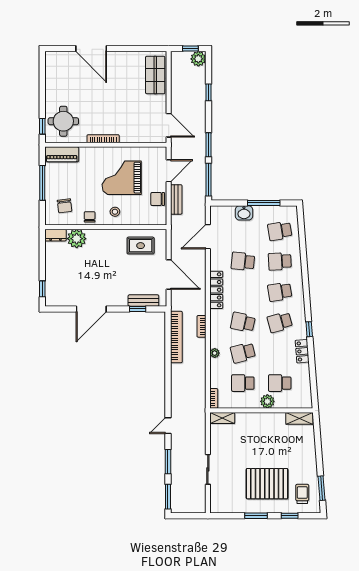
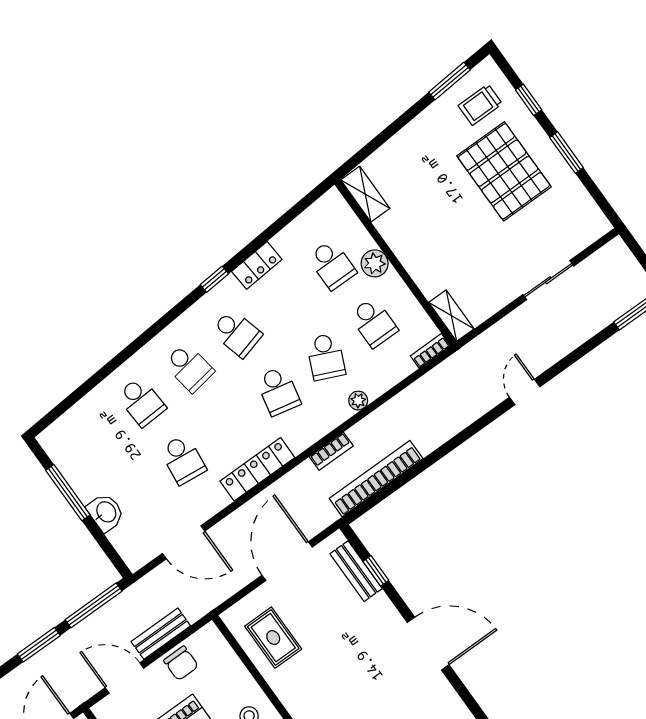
school desk: (280, 231) -> (94, 436), removed
school desk: (243, 353) -> (326, 357), turned 39
door: (168, 426) -> (525, 392), swing flipped
window: (168, 462) -> (581, 352), removed

